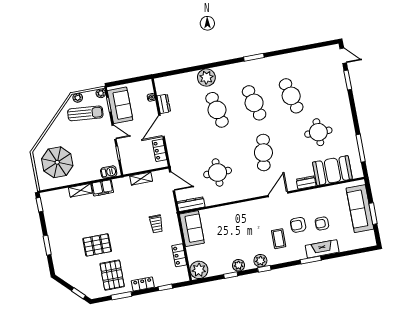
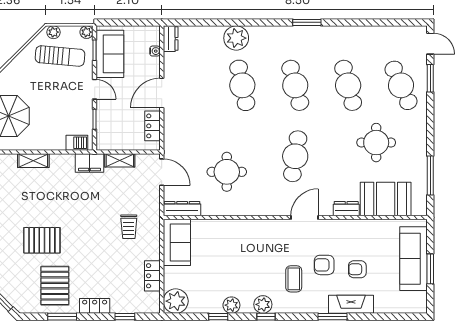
cafe table: (328, 89) -> (401, 85), added
dresser: (164, 104) -> (171, 39), moved
filing cabinet: (102, 188) -> (90, 163), moved

